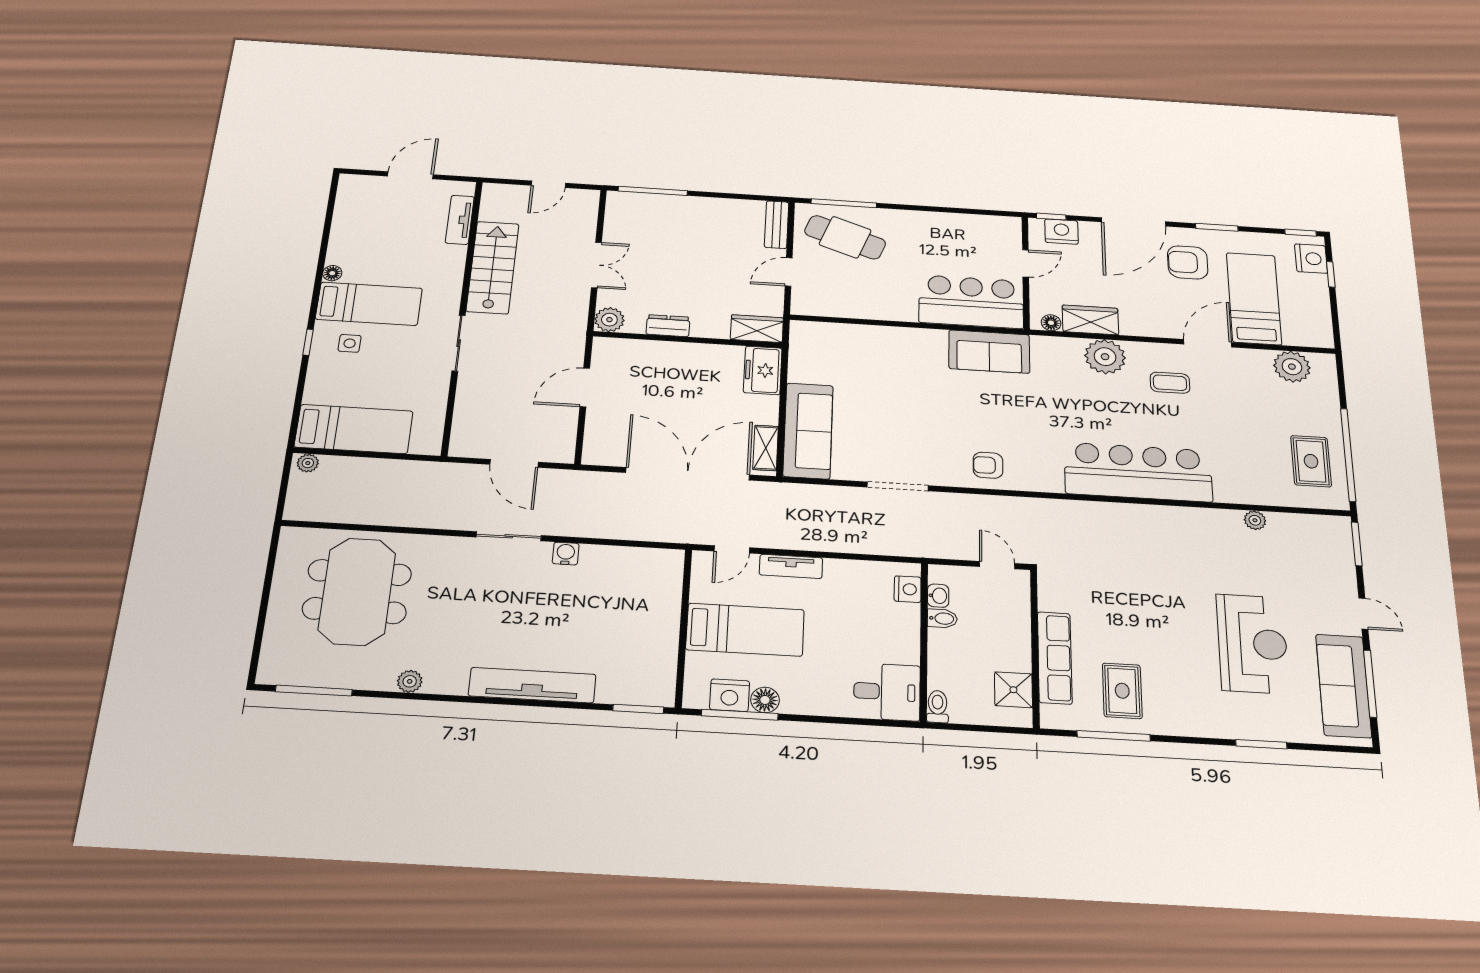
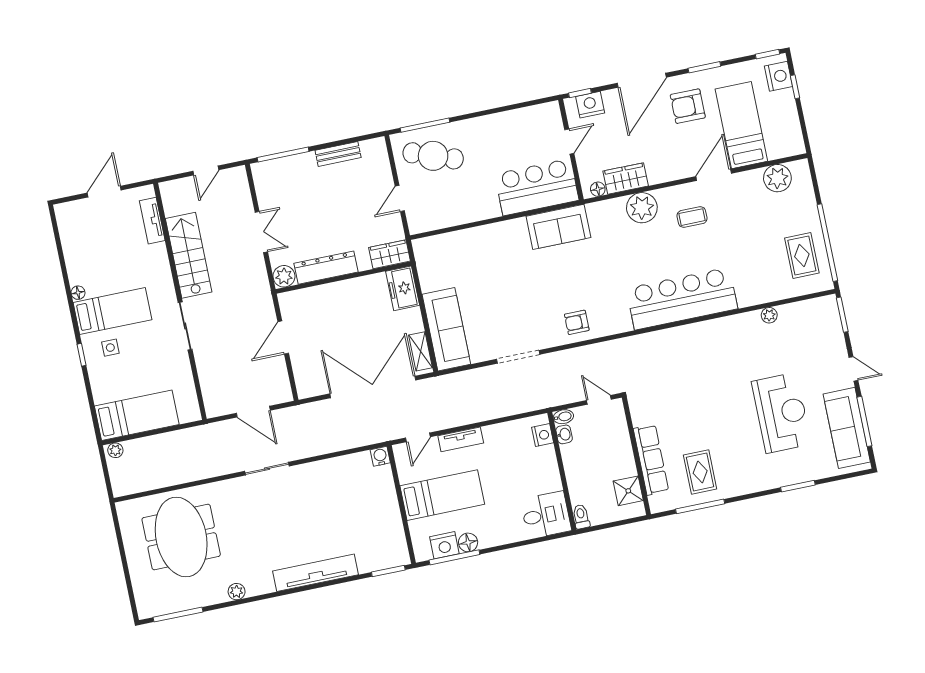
bench: (777, 225) -> (338, 154), moved, turned 90
dresser: (668, 326) -> (326, 268), width x1.96, depth x1.24
water cooler: (566, 554) -> (380, 456), moved
bidet: (942, 618) -> (563, 417), moved

